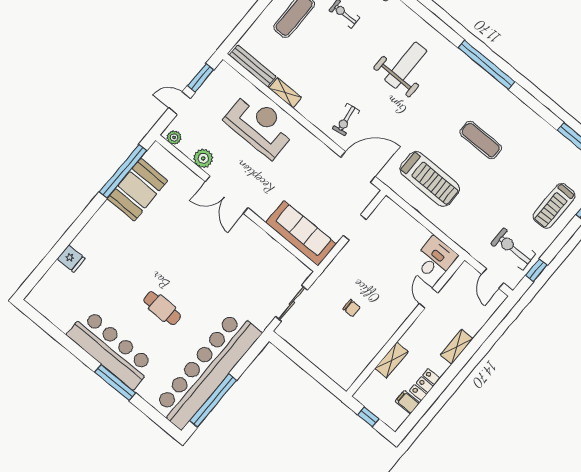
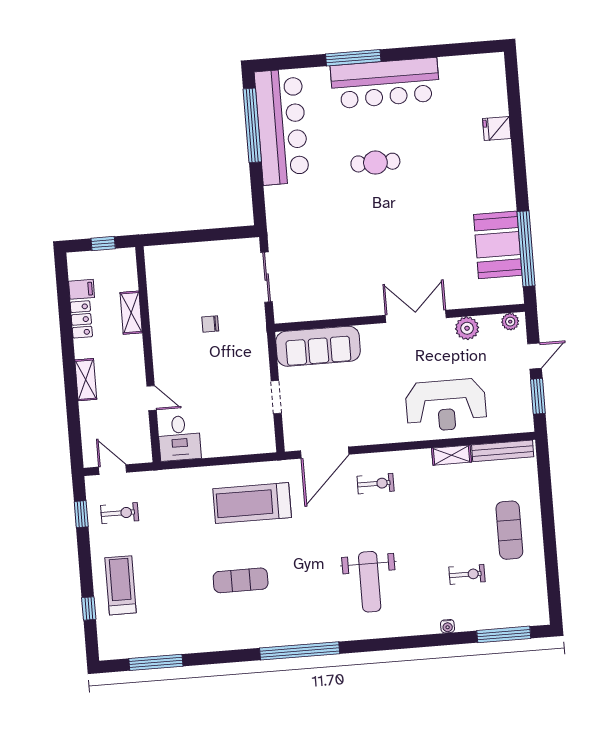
exercise bike: (346, 120) -> (376, 484), turned 99
exercise bike: (513, 249) -> (120, 513), width x0.73, depth x0.72
bar counter: (207, 370) -> (282, 127), width x0.73

